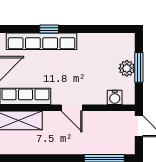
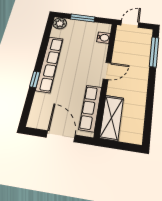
row of seats: (41, 41) -> (50, 64), moved
plant: (127, 68) -> (60, 23), moved

